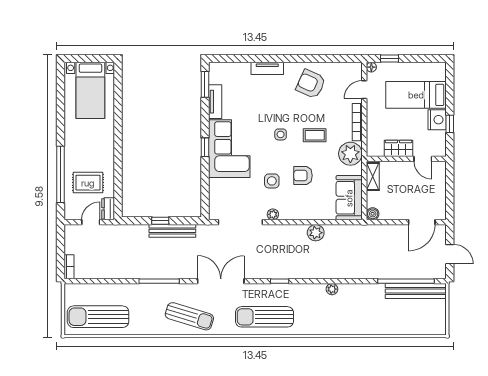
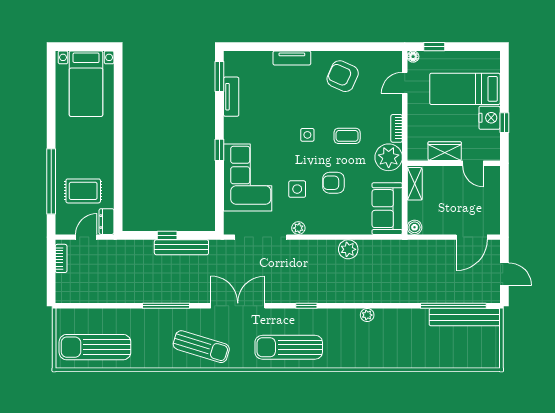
bookcase: (357, 122) -> (397, 128), width x0.64
corner sofa: (229, 149) -> (248, 178), moved
bookcase: (69, 267) -> (61, 258), moved

